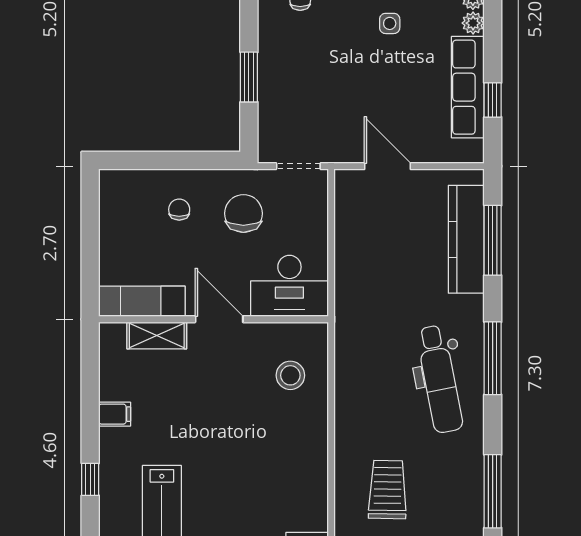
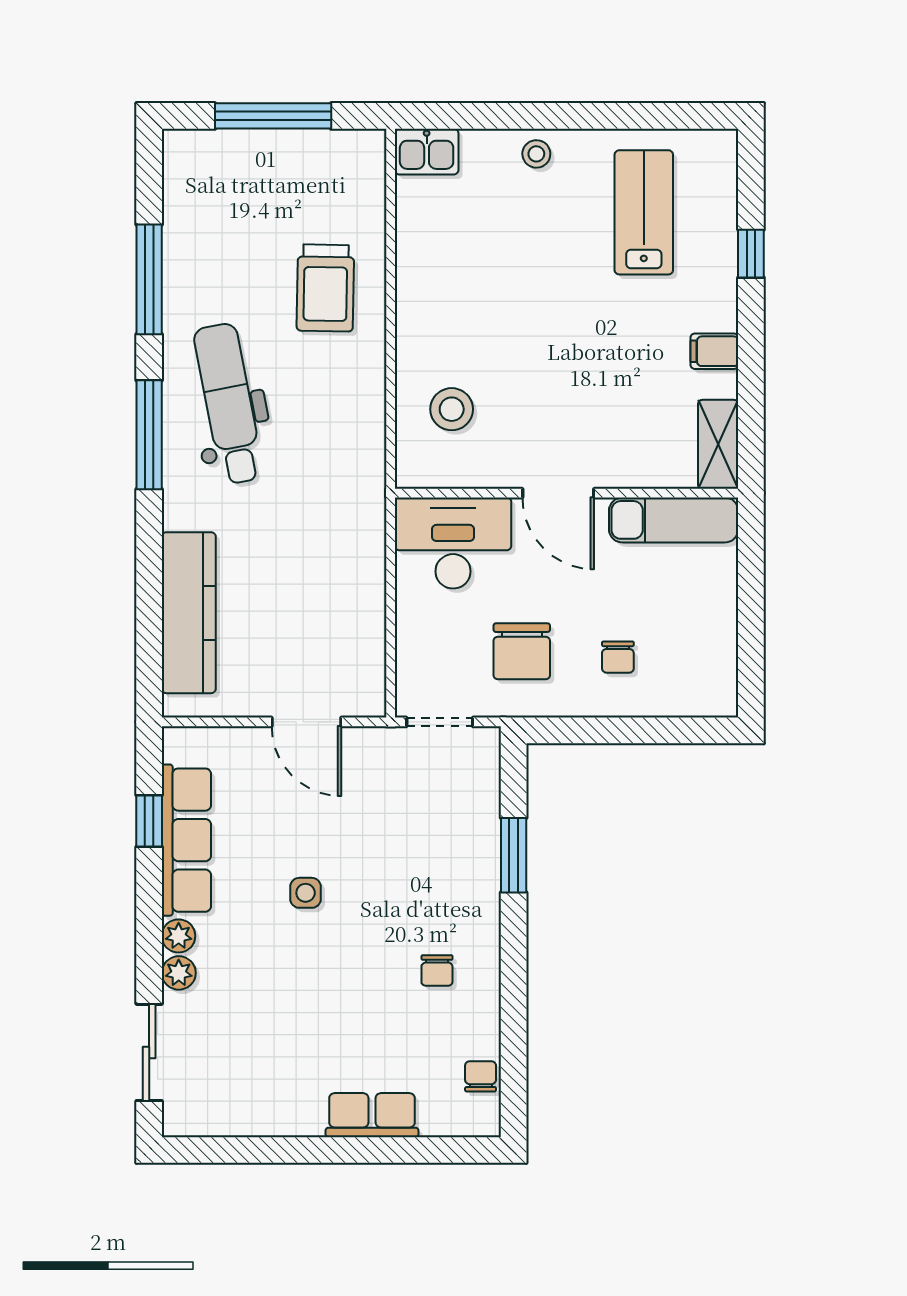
side table: (390, 23) -> (306, 893), moved
window: (493, 240) -> (149, 611), removed
shelving: (157, 335) -> (718, 444), moved, turned 90
trolley: (388, 490) -> (325, 288), moved
window: (493, 491) -> (149, 279), moved

